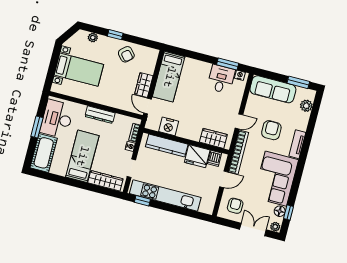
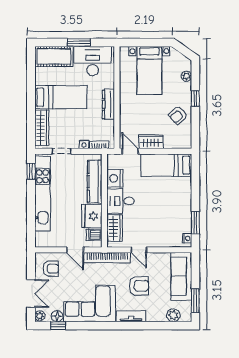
desk: (221, 79) -> (120, 201), moved, turned 180
door: (148, 106) -> (130, 151), hinge flipped

